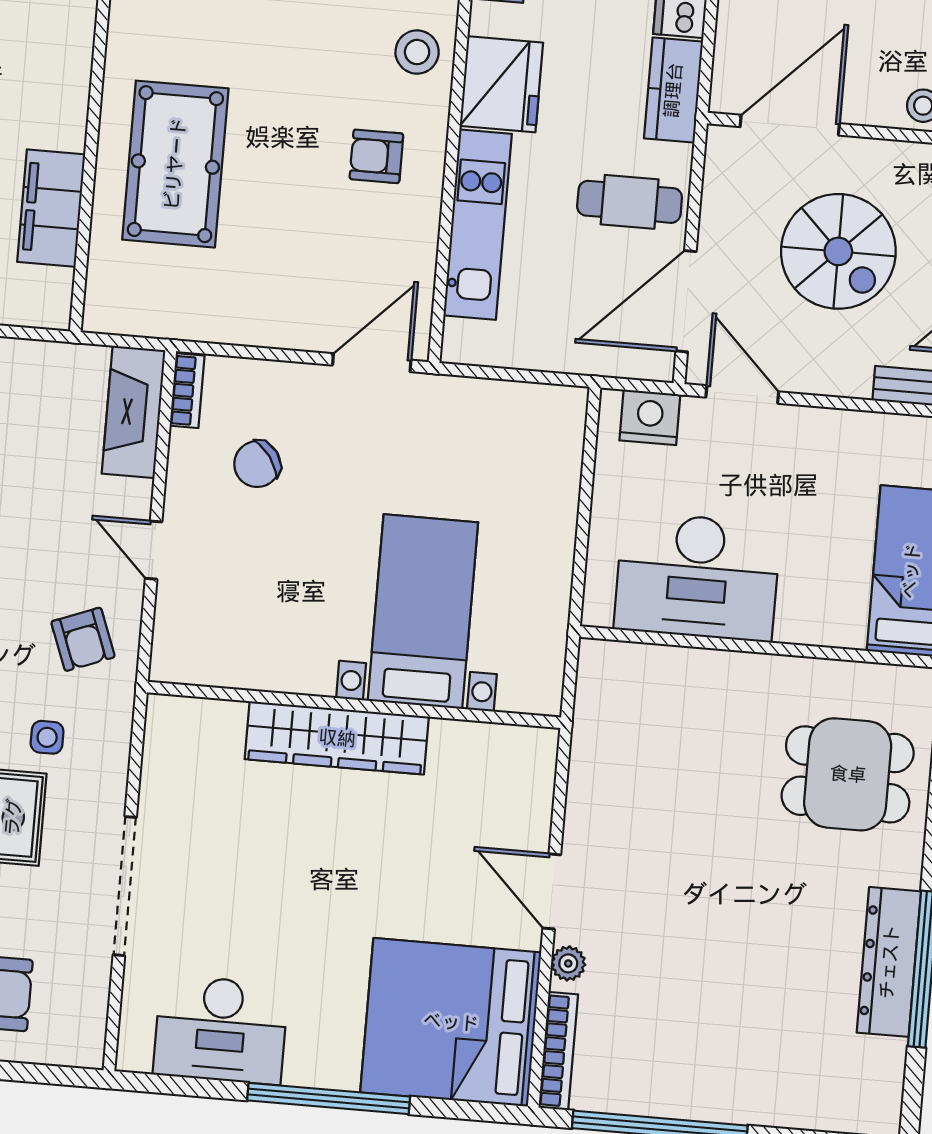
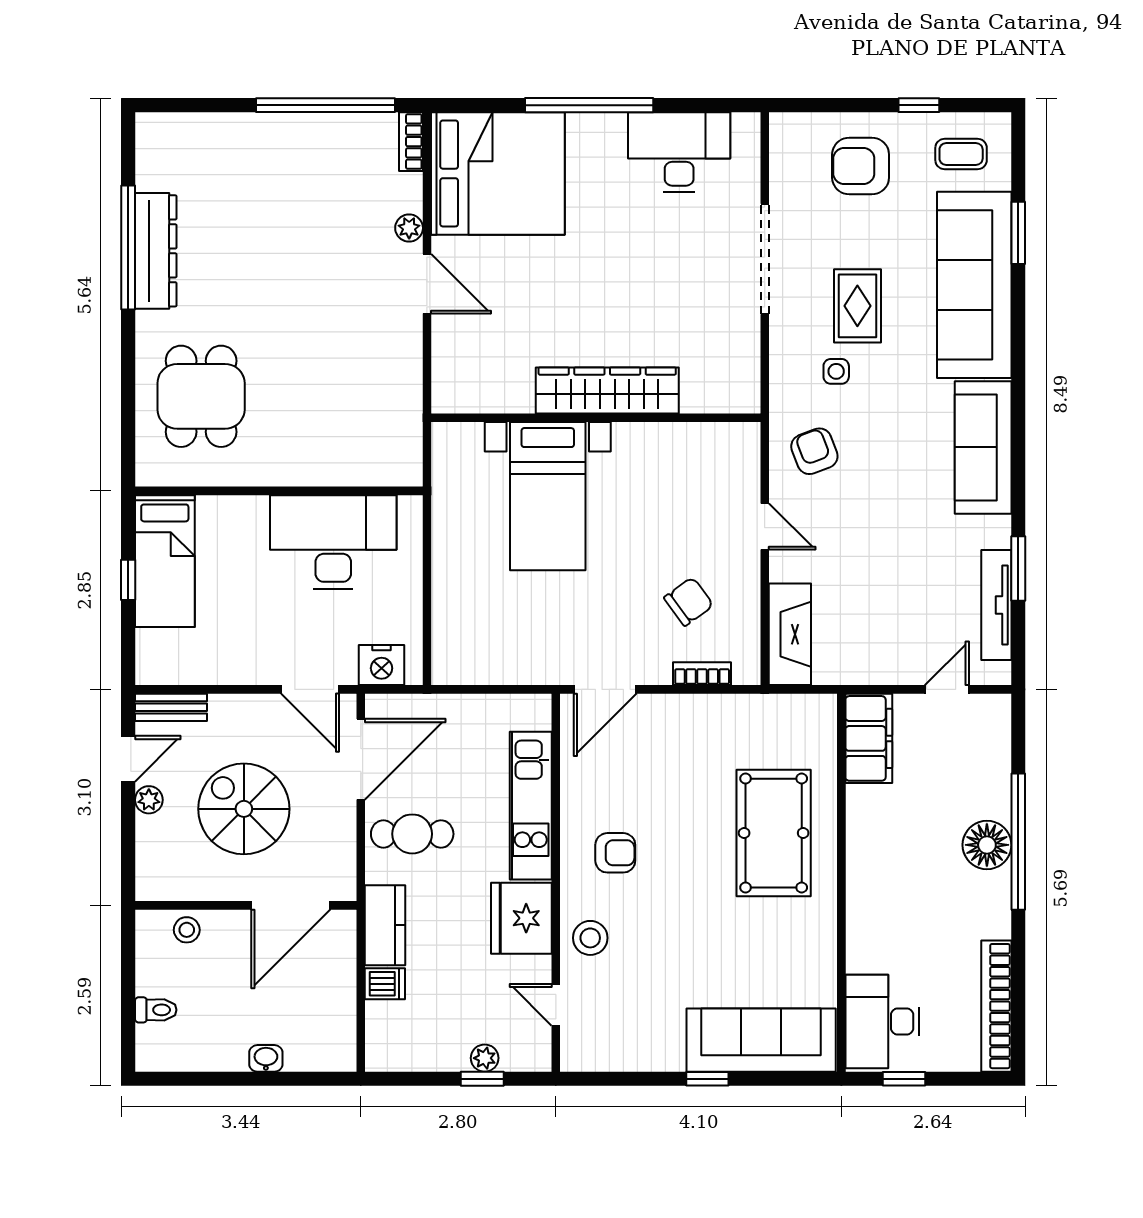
filing cabinet: (51, 208) -> (869, 738), moved
bookcase: (187, 391) -> (702, 674), moved, turned 90
dining table: (848, 774) -> (201, 396), turned 90
bookcase: (558, 1051) -> (411, 142), width x0.64

